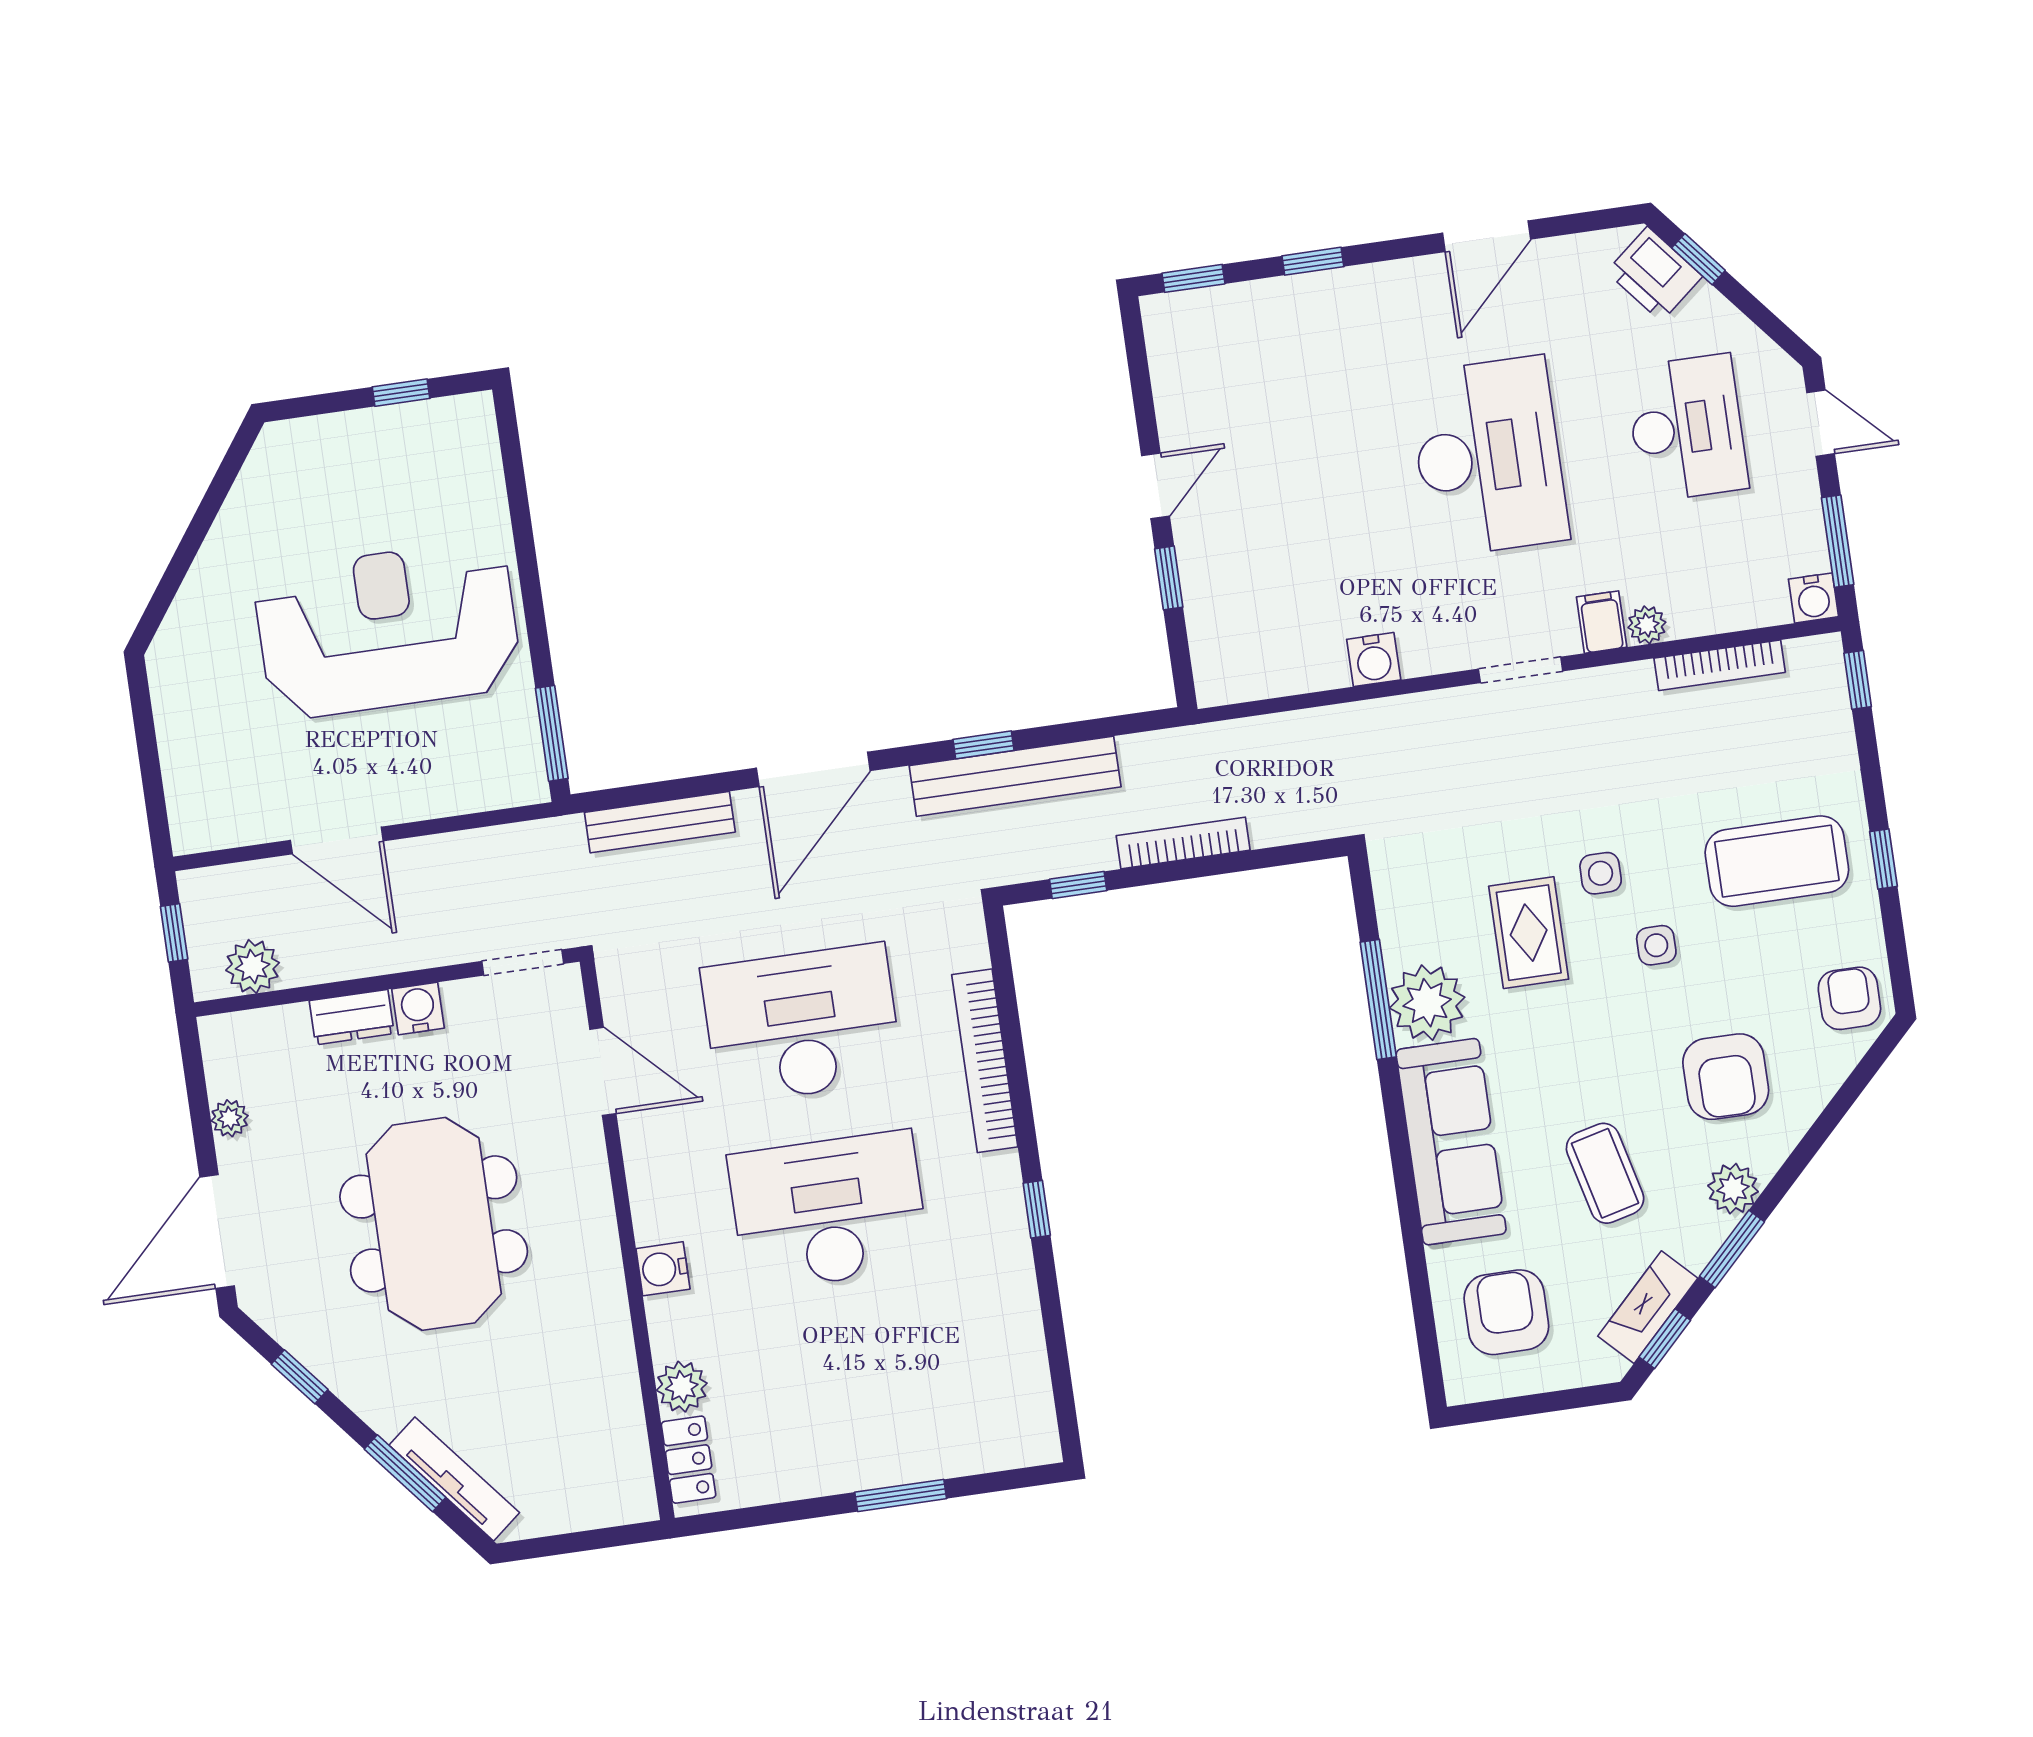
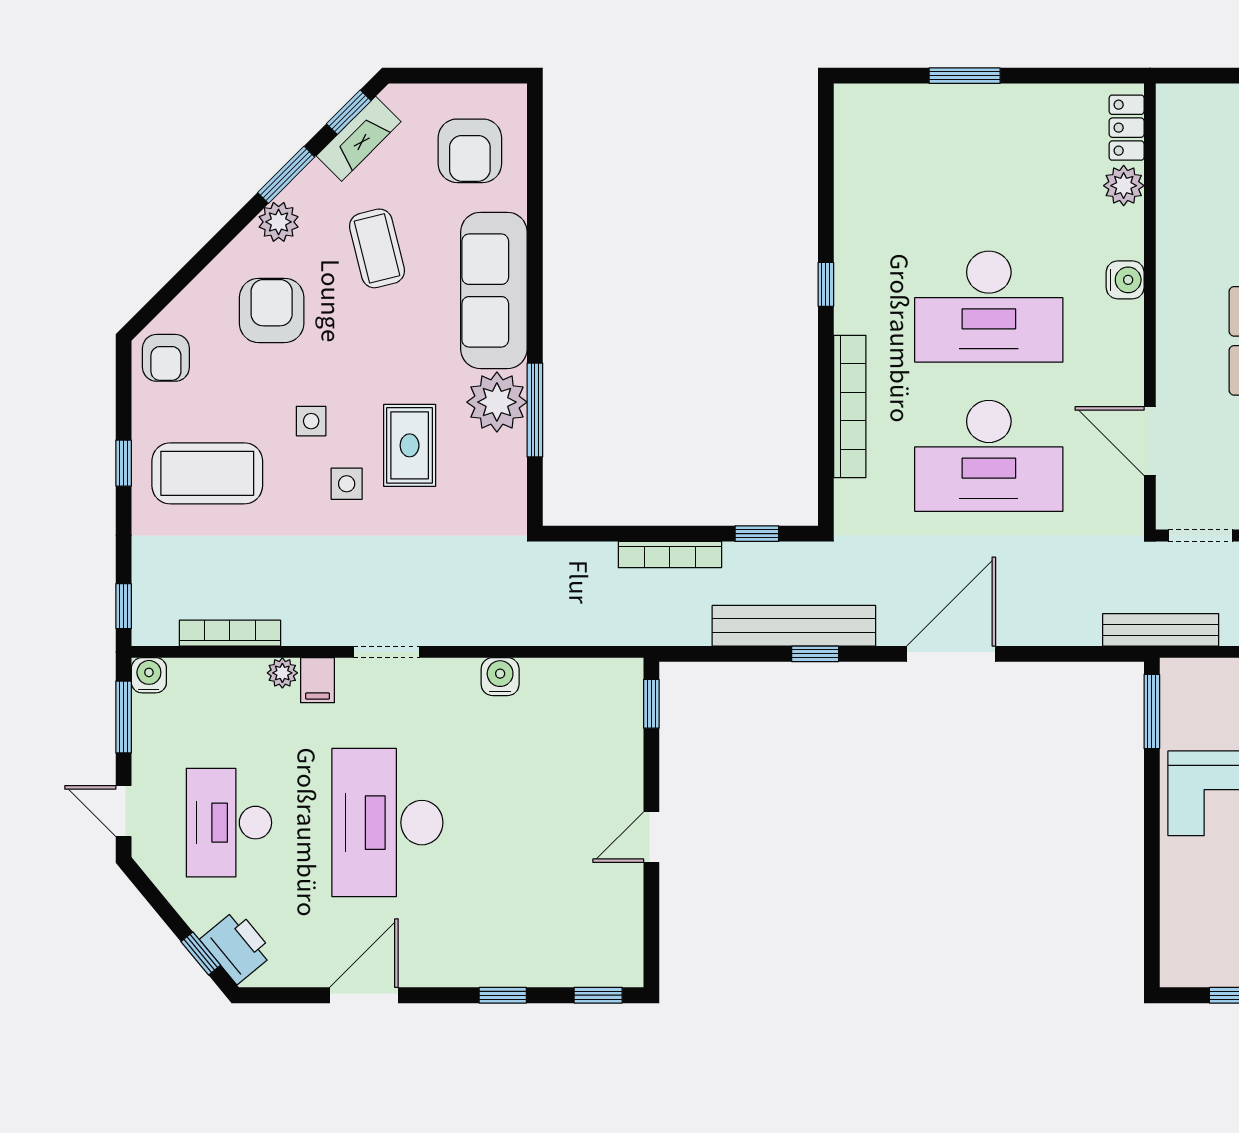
window: (1169, 578) -> (651, 704), moved
bench: (660, 822) -> (1161, 630), moved

